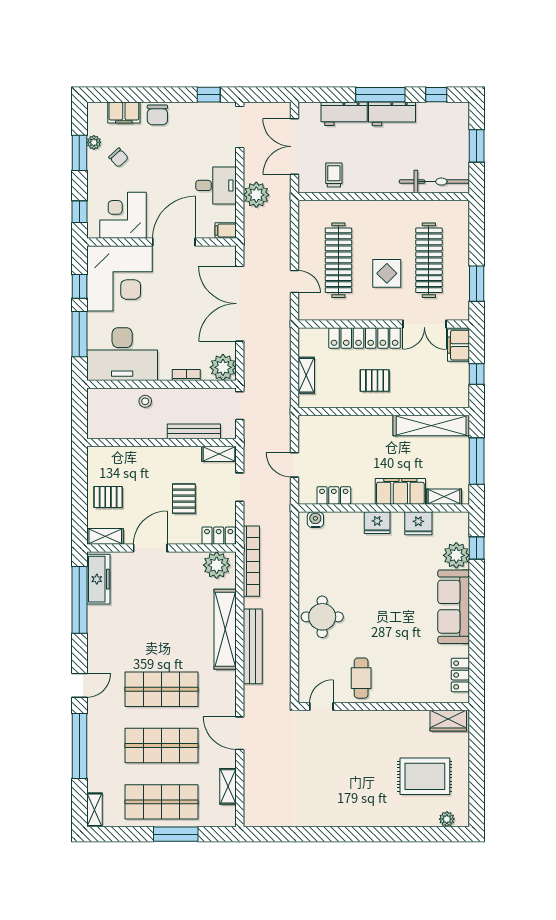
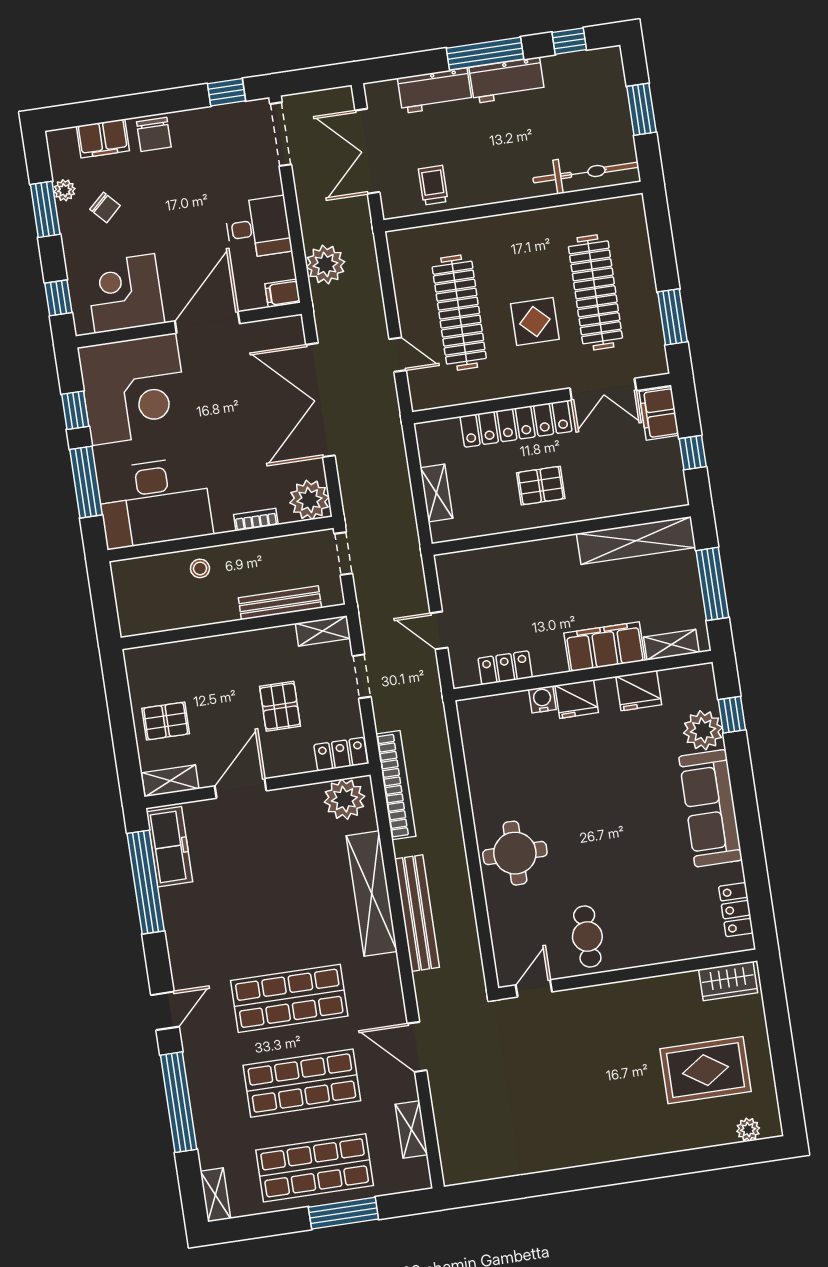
plant: (256, 195) -> (326, 264), moved
water cooler: (315, 520) -> (542, 699), moved

